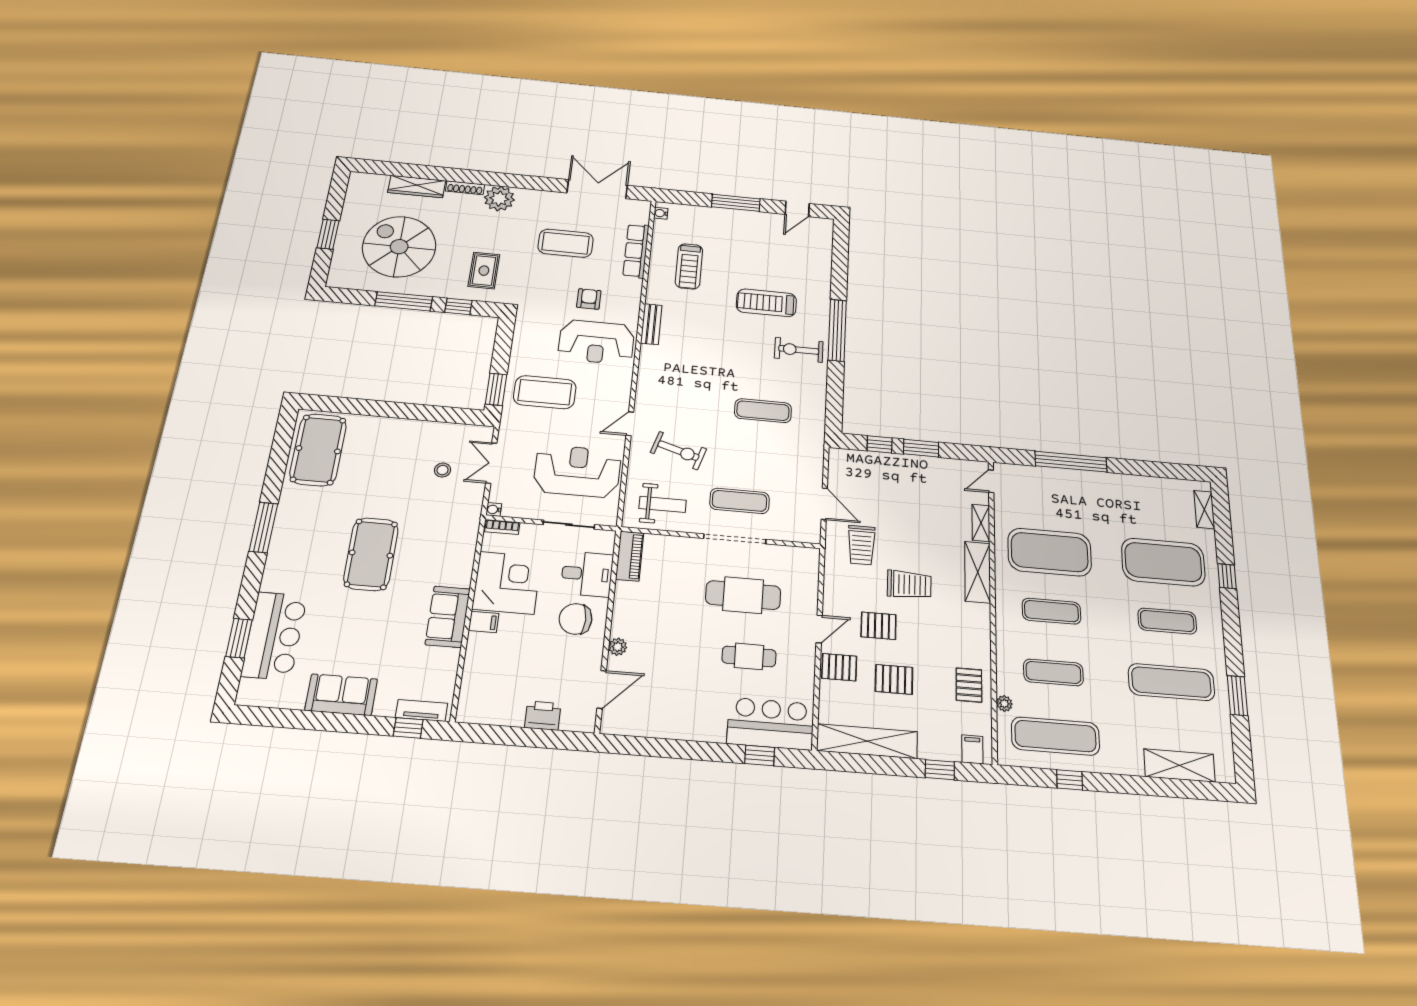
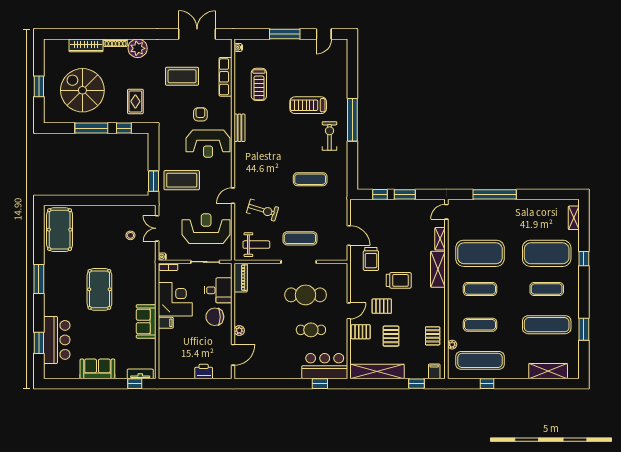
exercise bike: (799, 350) -> (330, 136), turned 90
pallet: (894, 679) -> (391, 336), turned 90

